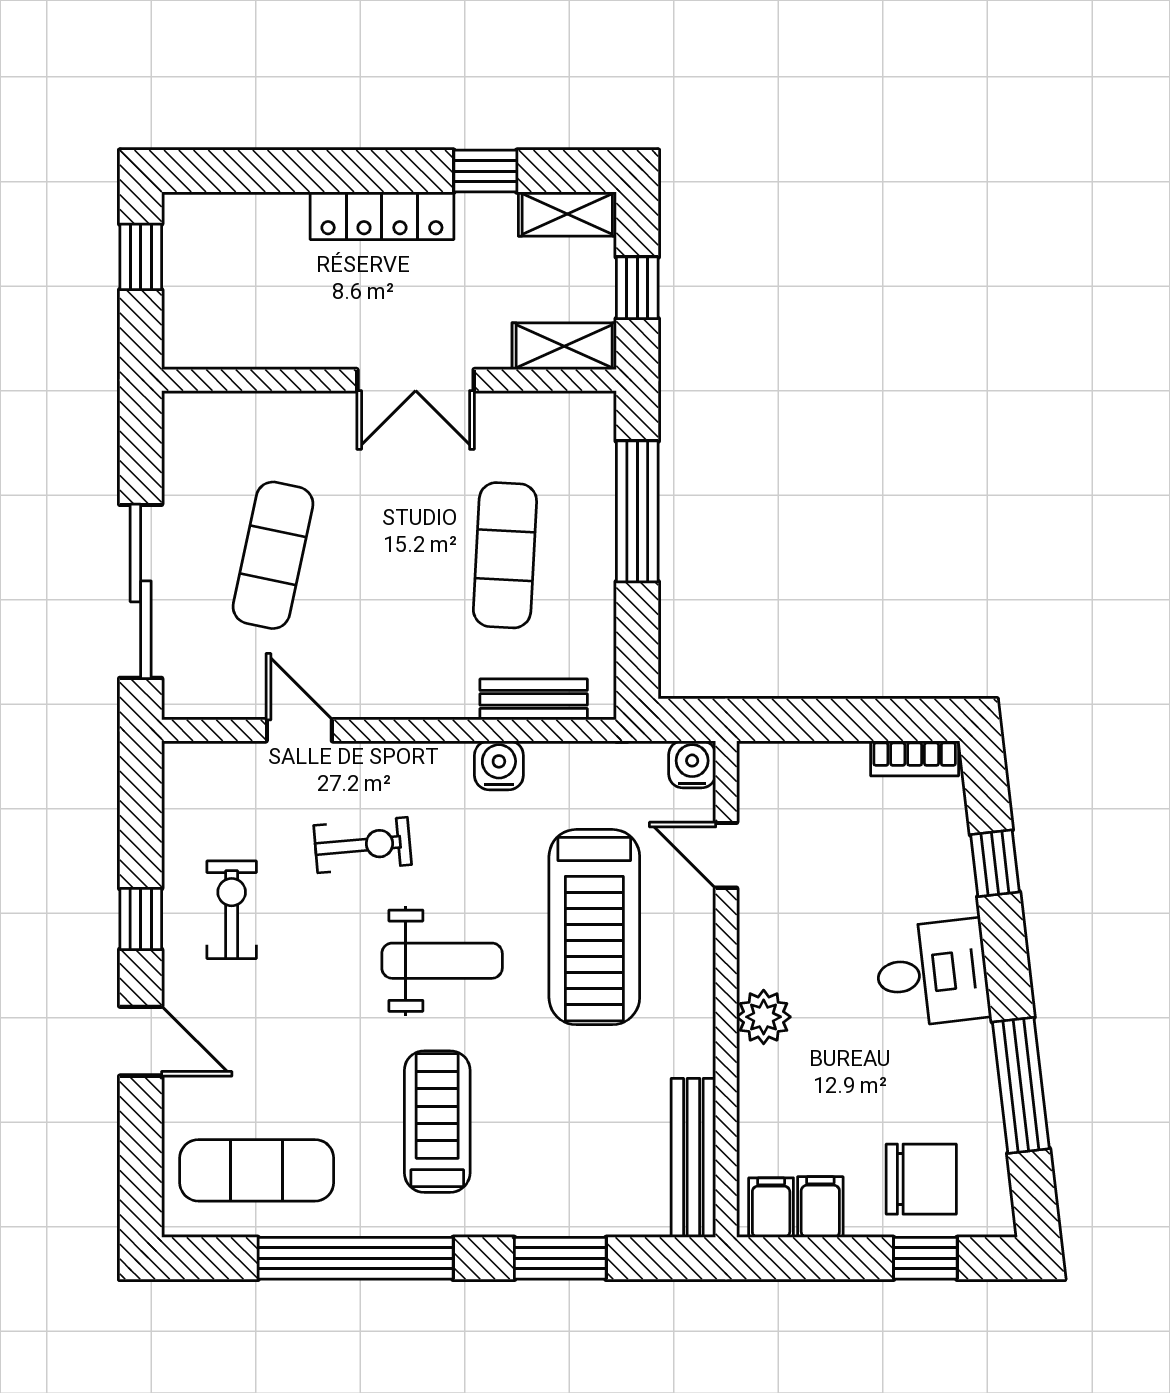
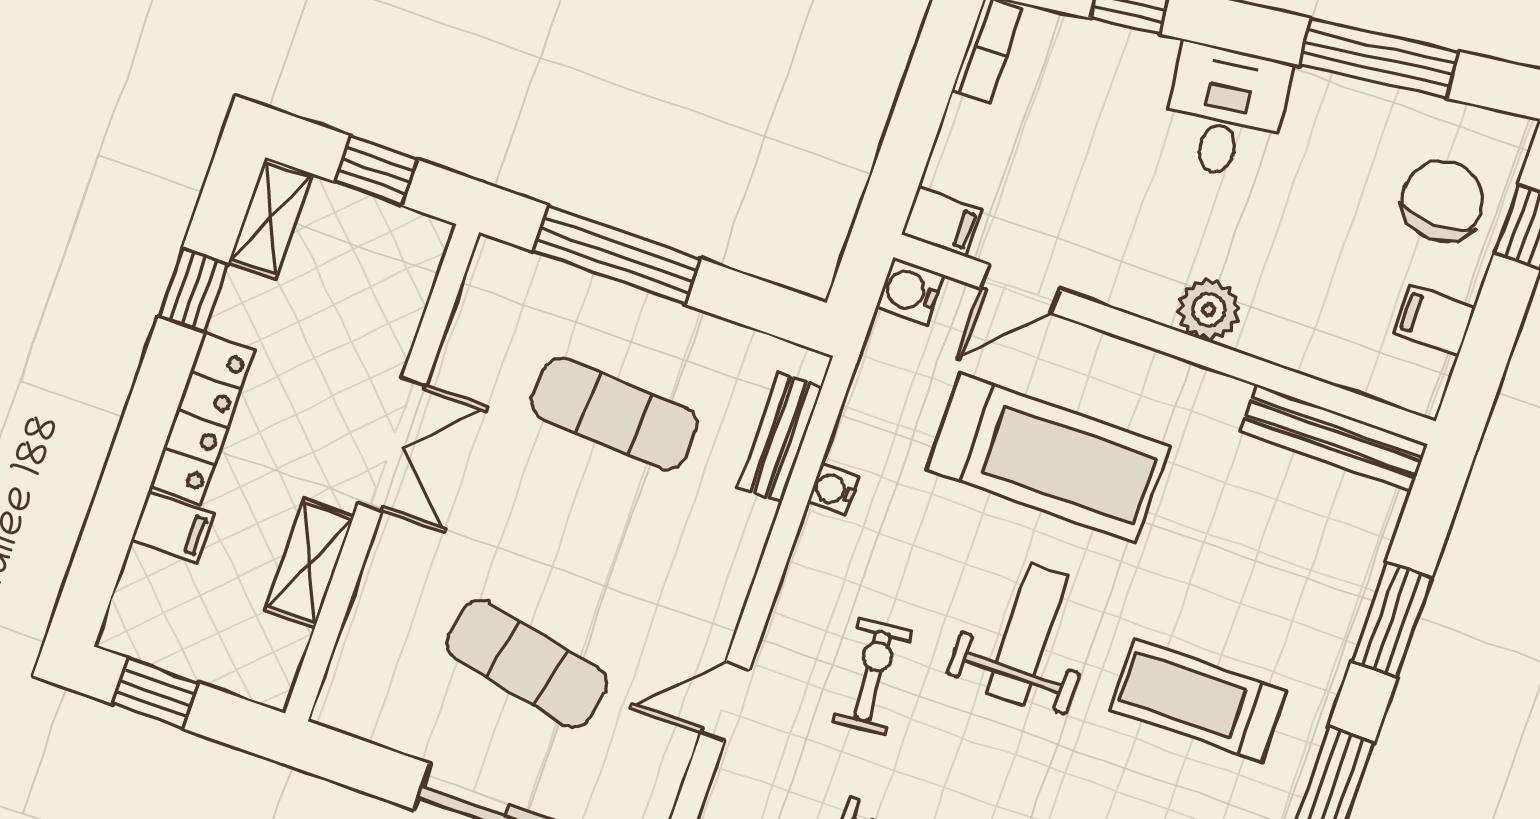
filing cabinet: (283, 223) -> (173, 527), added
shelving: (564, 346) -> (309, 563), moved
water cooler: (499, 765) -> (833, 490), width x0.72, depth x0.72
filing cabinet: (771, 1208) -> (942, 222), moved, turned 180

